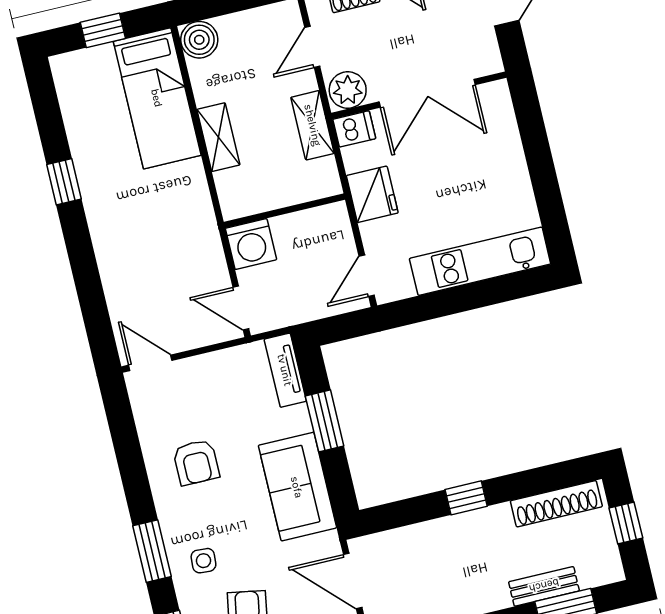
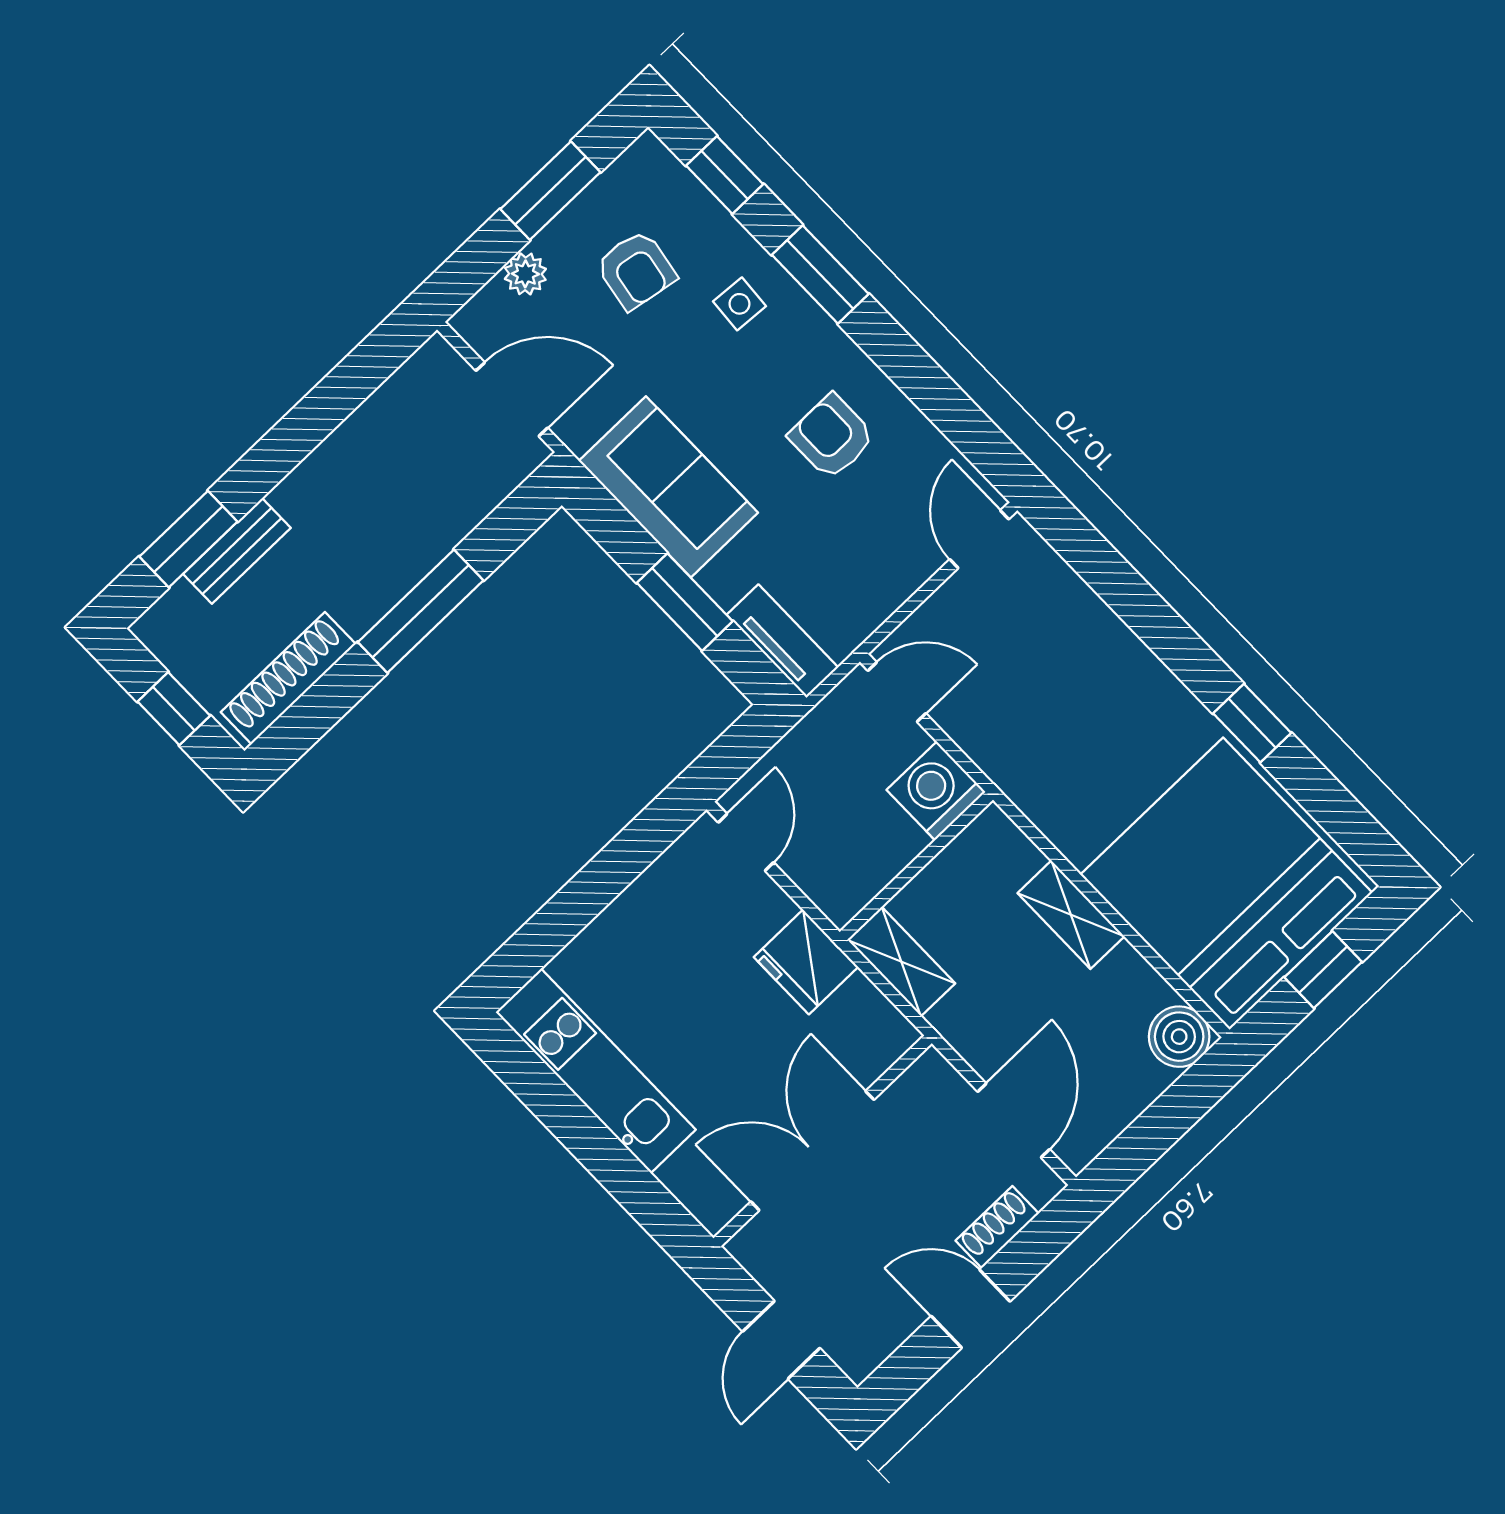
door: (312, 47) -> (1014, 1120), width x1.38
plant: (348, 90) -> (928, 1089), removed
bed: (157, 98) -> (1226, 884), width x2.04
shelving: (313, 125) -> (901, 962), moved
dishwasher: (354, 129) -> (886, 1040), removed
kitchen unit: (480, 261) -> (596, 1071), moved, turned -90
door: (150, 363) -> (979, 539), swing flipped
window: (466, 498) -> (421, 611), width x2.17

